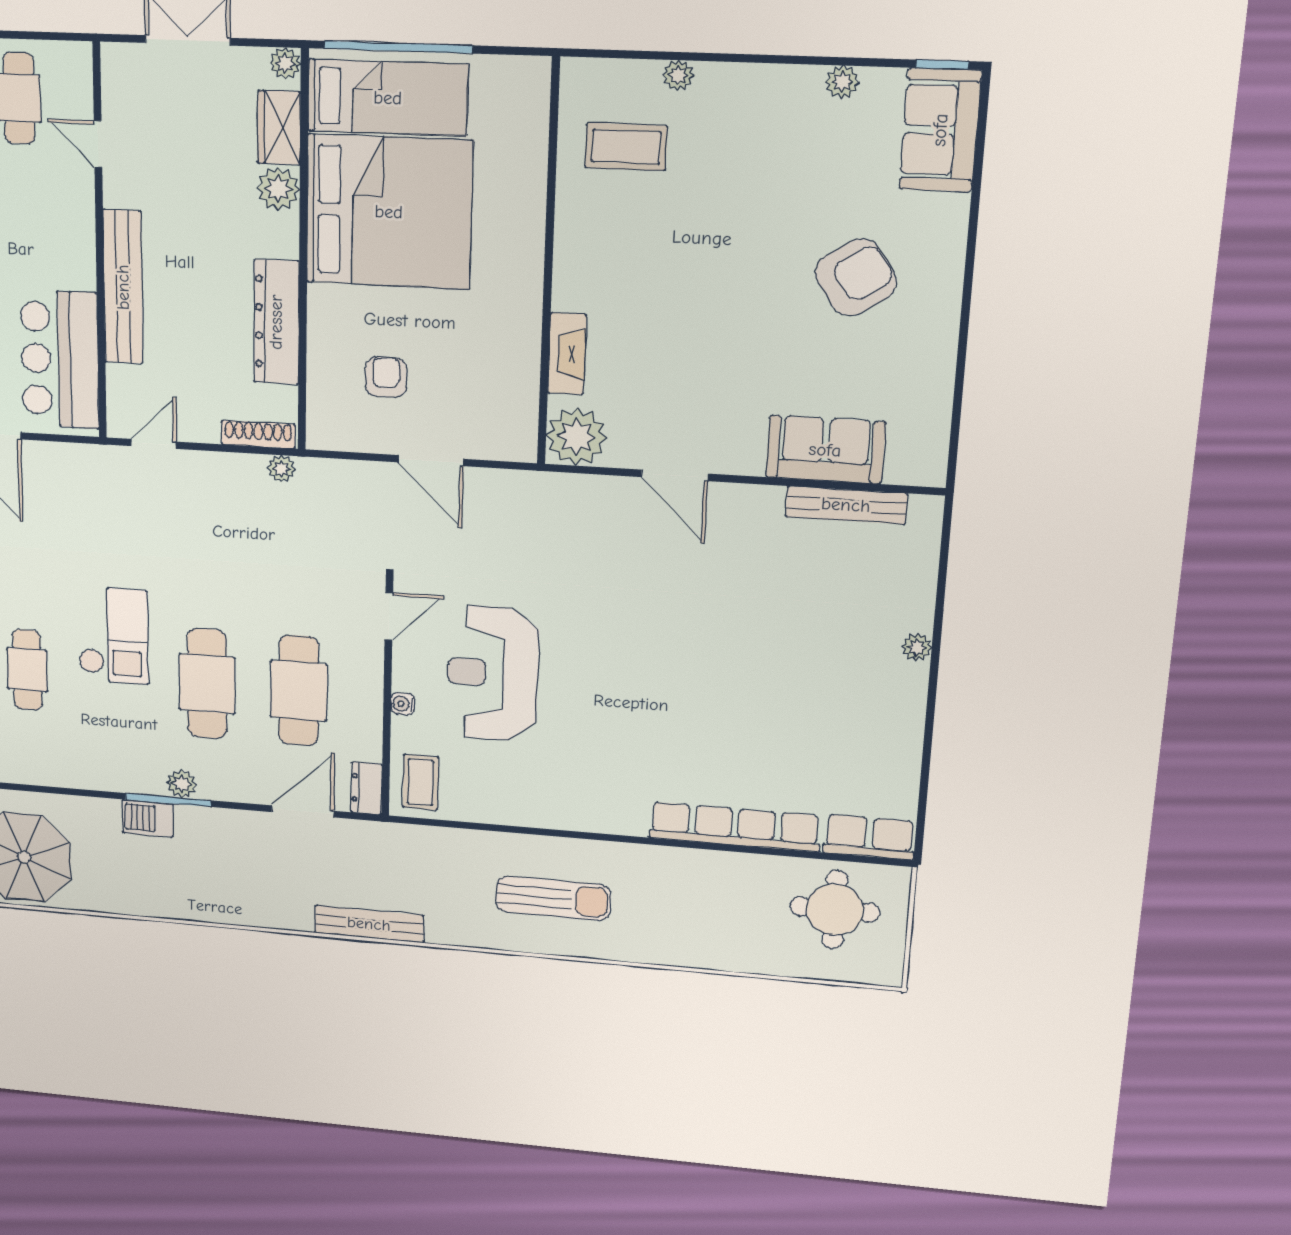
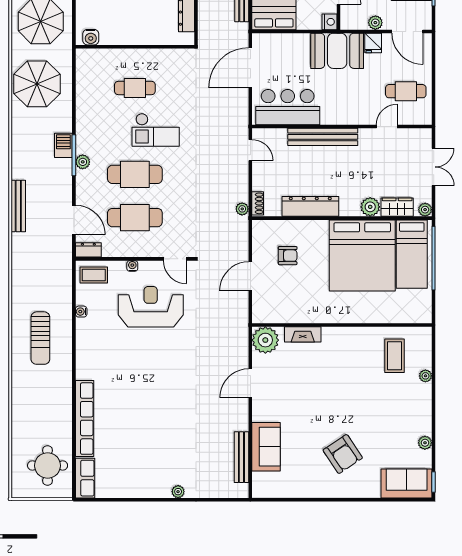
shoe rack: (258, 434) -> (258, 203), width x0.70
water cooler: (499, 814) -> (81, 312), added
bench: (369, 924) -> (18, 206), moved

